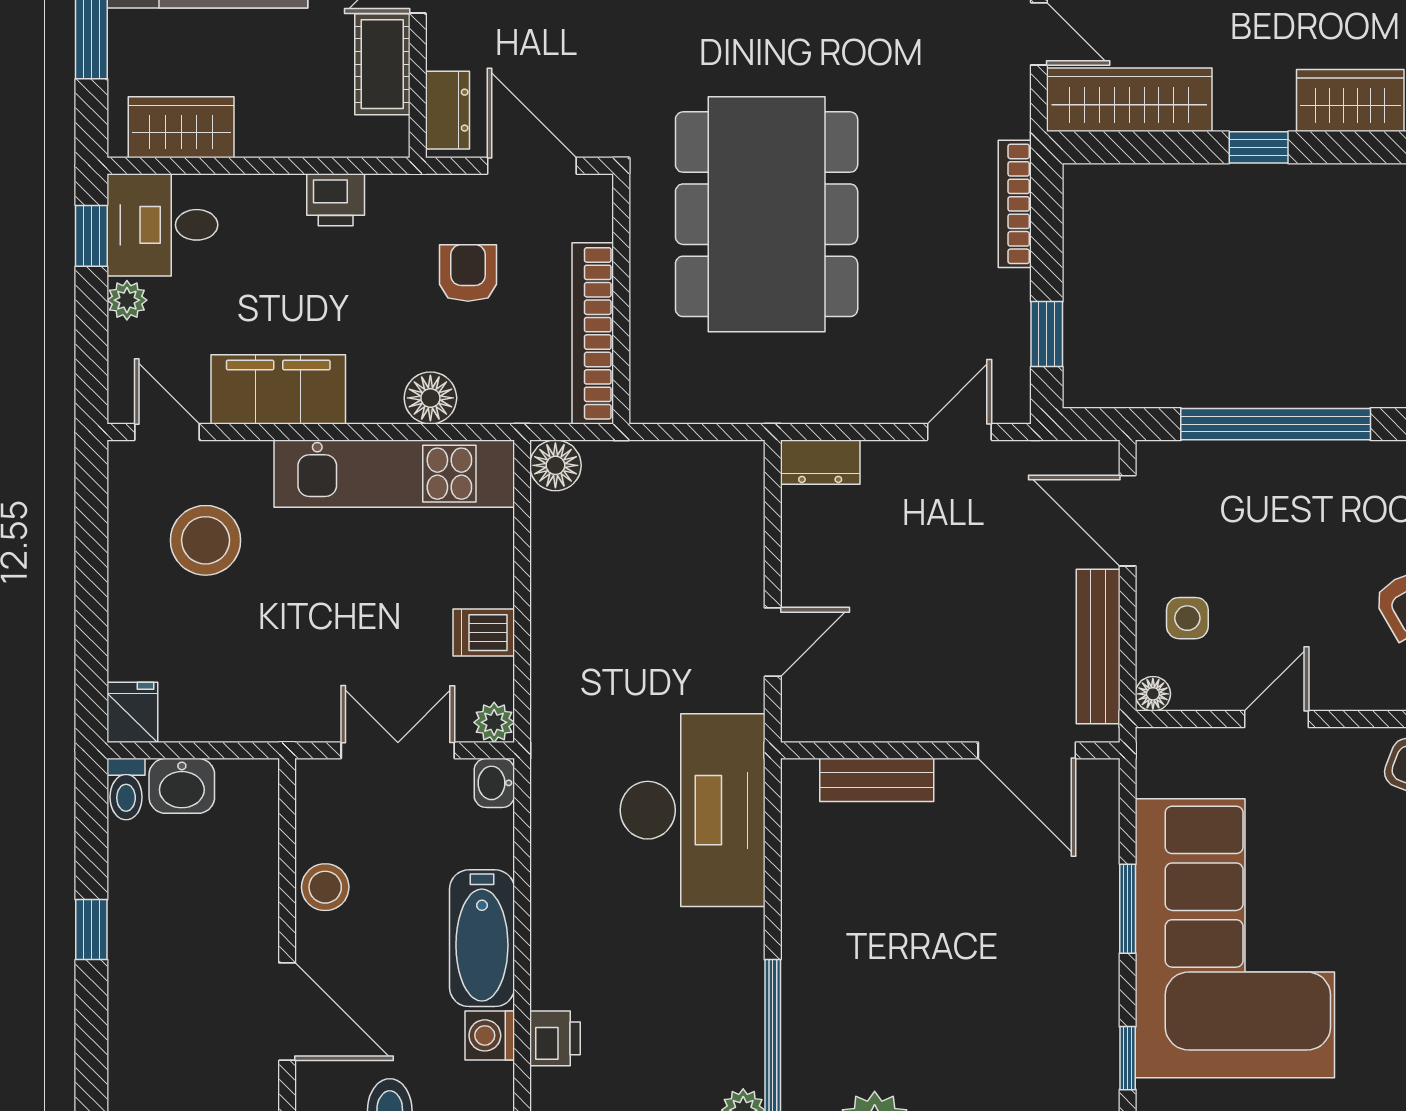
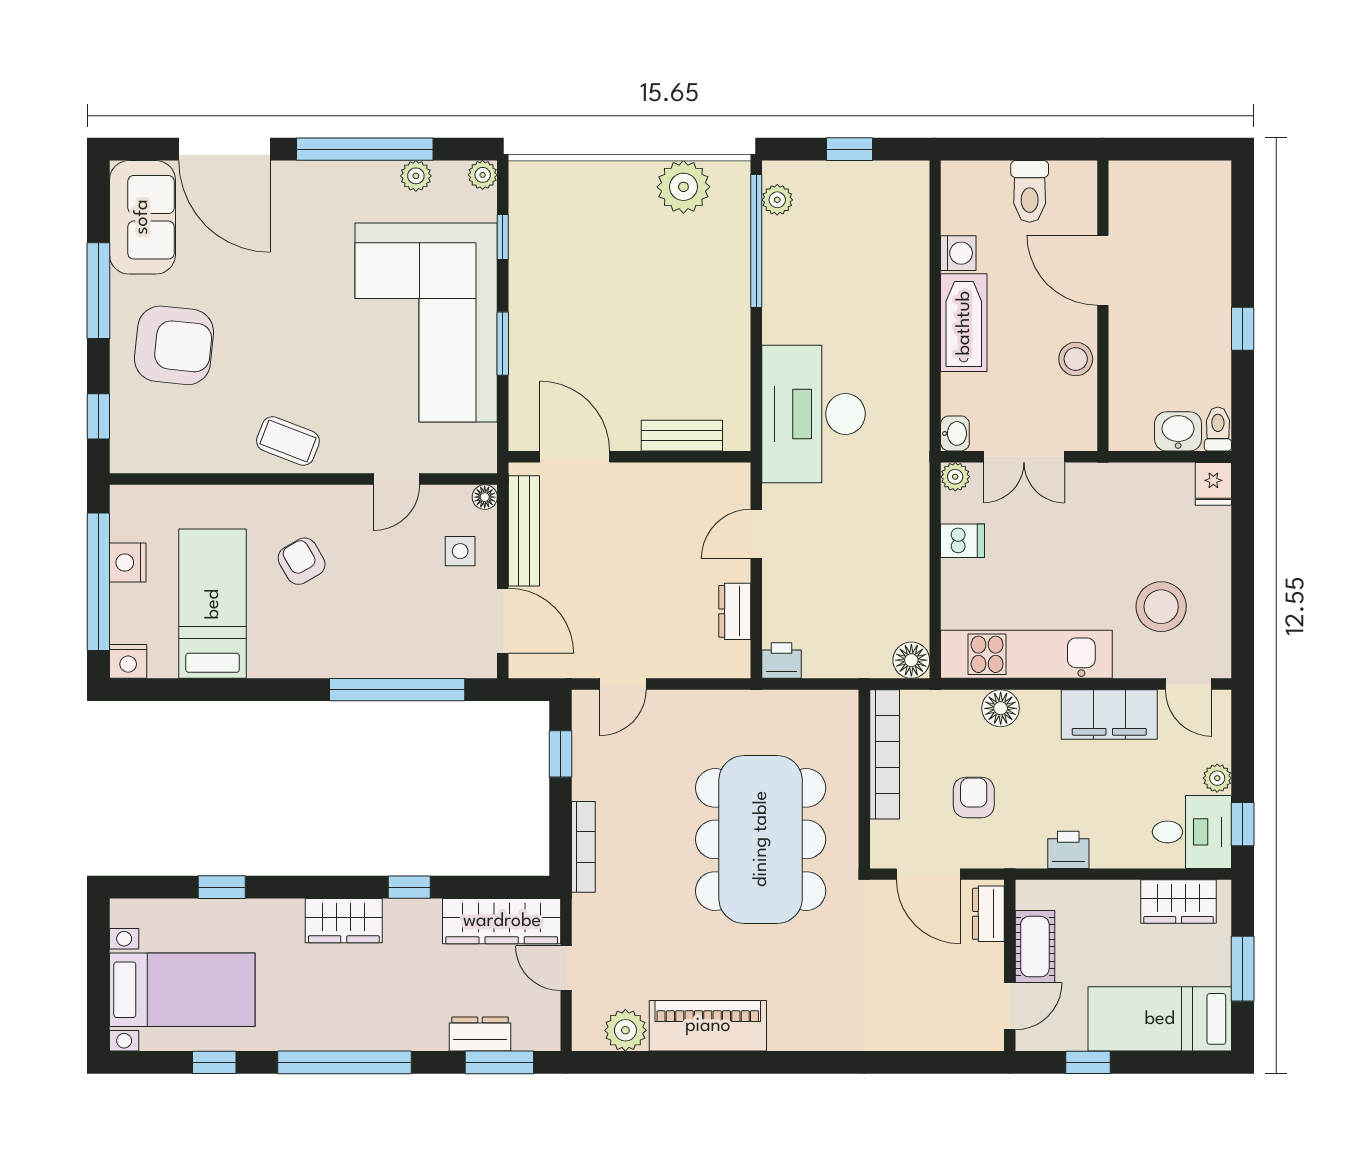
armchair: (468, 273) -> (974, 797), turned 180
dresser: (820, 462) -> (735, 611), moved, turned -90
printer: (555, 1038) -> (781, 661), moved, turned 90

